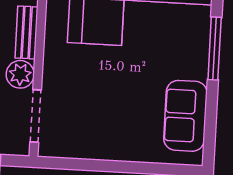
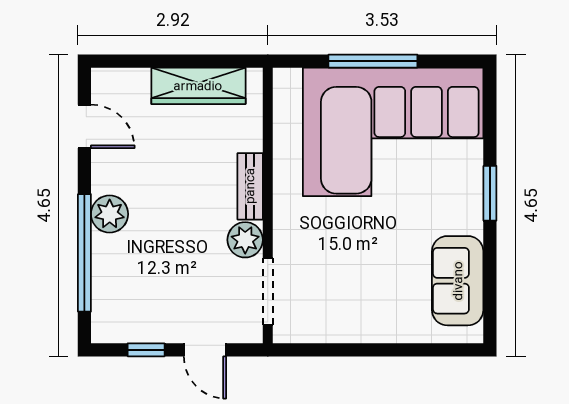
window: (215, 48) -> (490, 193), width x0.69

